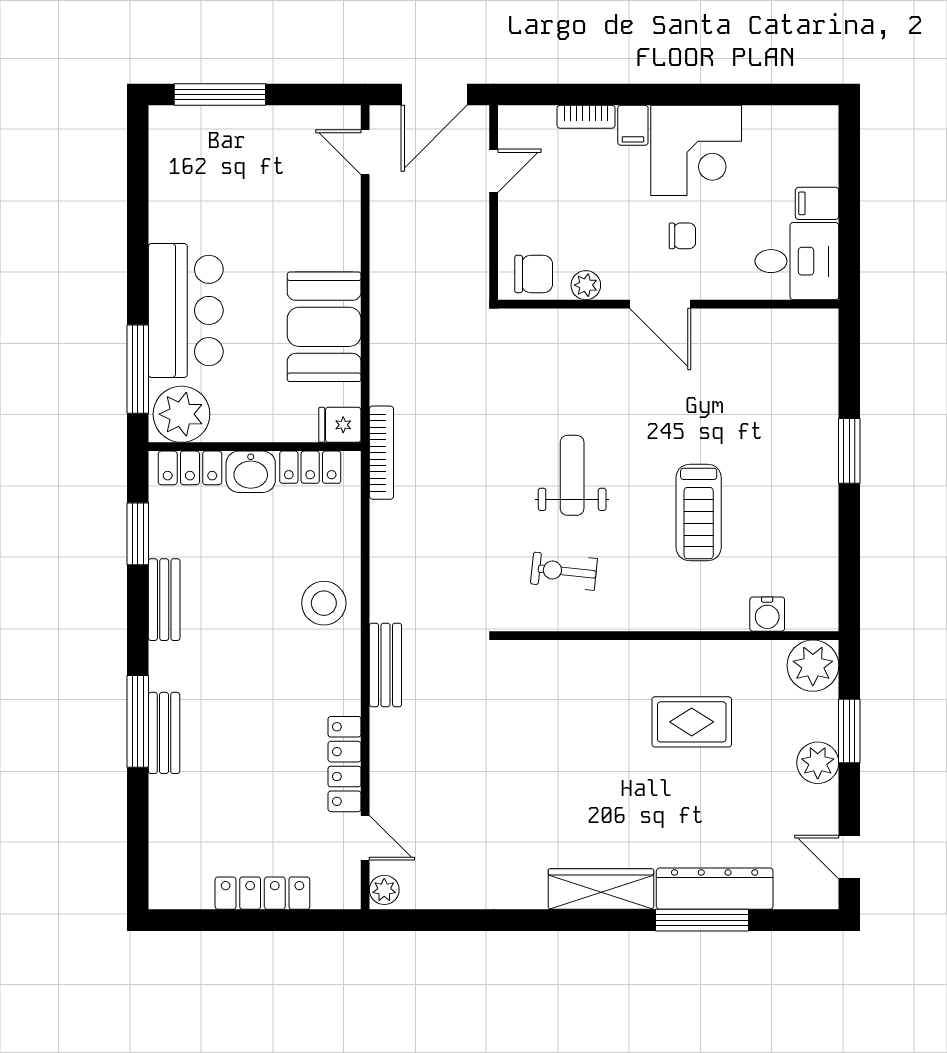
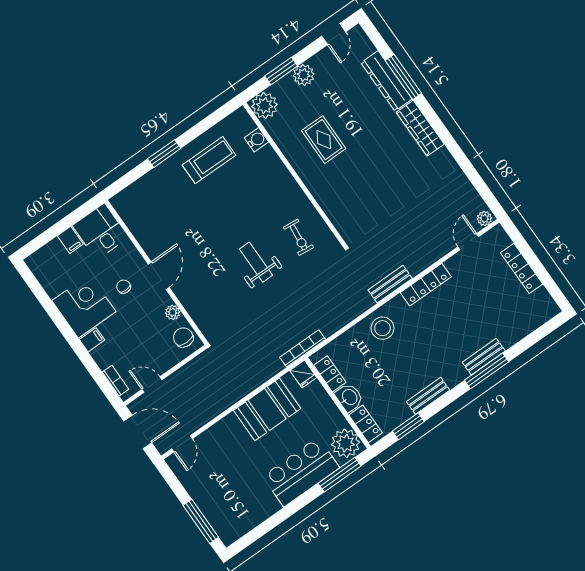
bookcase: (586, 117) -> (115, 381), moved
weight bench: (572, 475) -> (256, 262), turned 90
treadmill: (699, 512) -> (209, 160), moved
locker: (344, 764) -> (426, 285), moved

